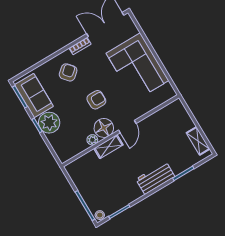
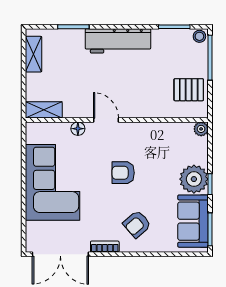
door: (127, 127) -> (106, 120), hinge flipped
floor lamp: (104, 128) -> (78, 129), moved, width x0.53, depth x0.53
plant: (92, 140) -> (201, 129), moved
shelving: (108, 147) -> (44, 110), moved
pallet: (86, 177) -> (189, 90), added
workbench: (155, 178) -> (118, 41), width x1.38

